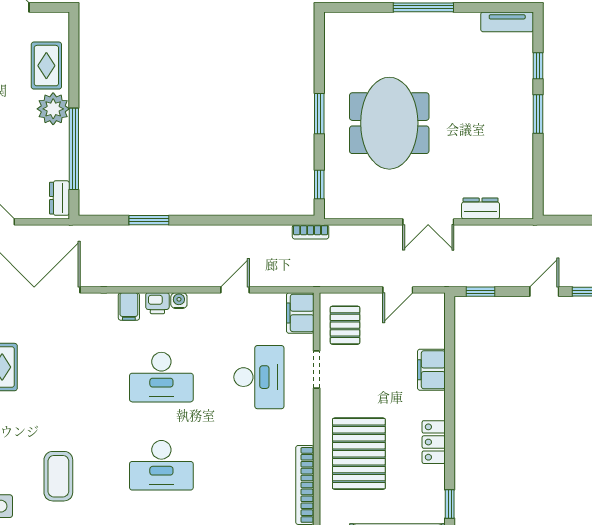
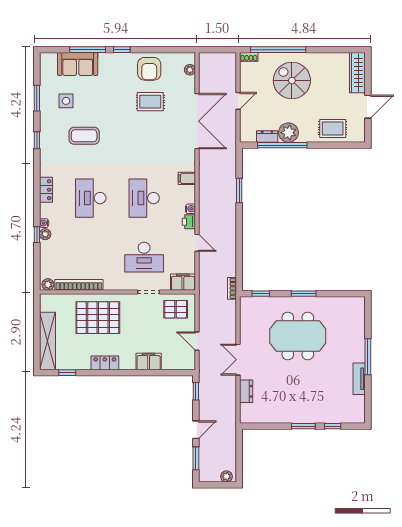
tv unit: (507, 22) -> (359, 379), moved
plant: (53, 109) -> (288, 133), moved
dresser: (60, 198) -> (267, 136), moved
door: (544, 292) -> (196, 430), hinge flipped
printer: (157, 303) -> (189, 222), moved

